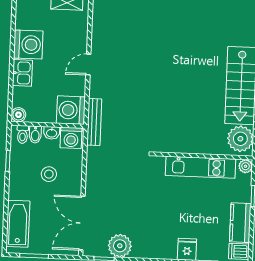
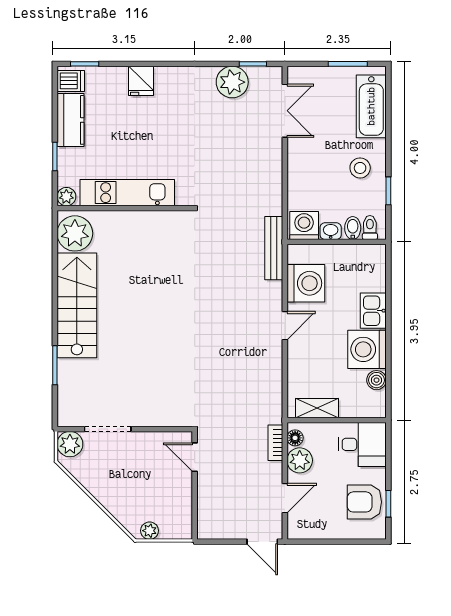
washing machine: (71, 110) -> (306, 283), moved
boiler: (18, 115) -> (376, 380), moved
stool: (49, 174) -> (360, 168), moved
double door: (82, 223) -> (285, 111), width x0.73

